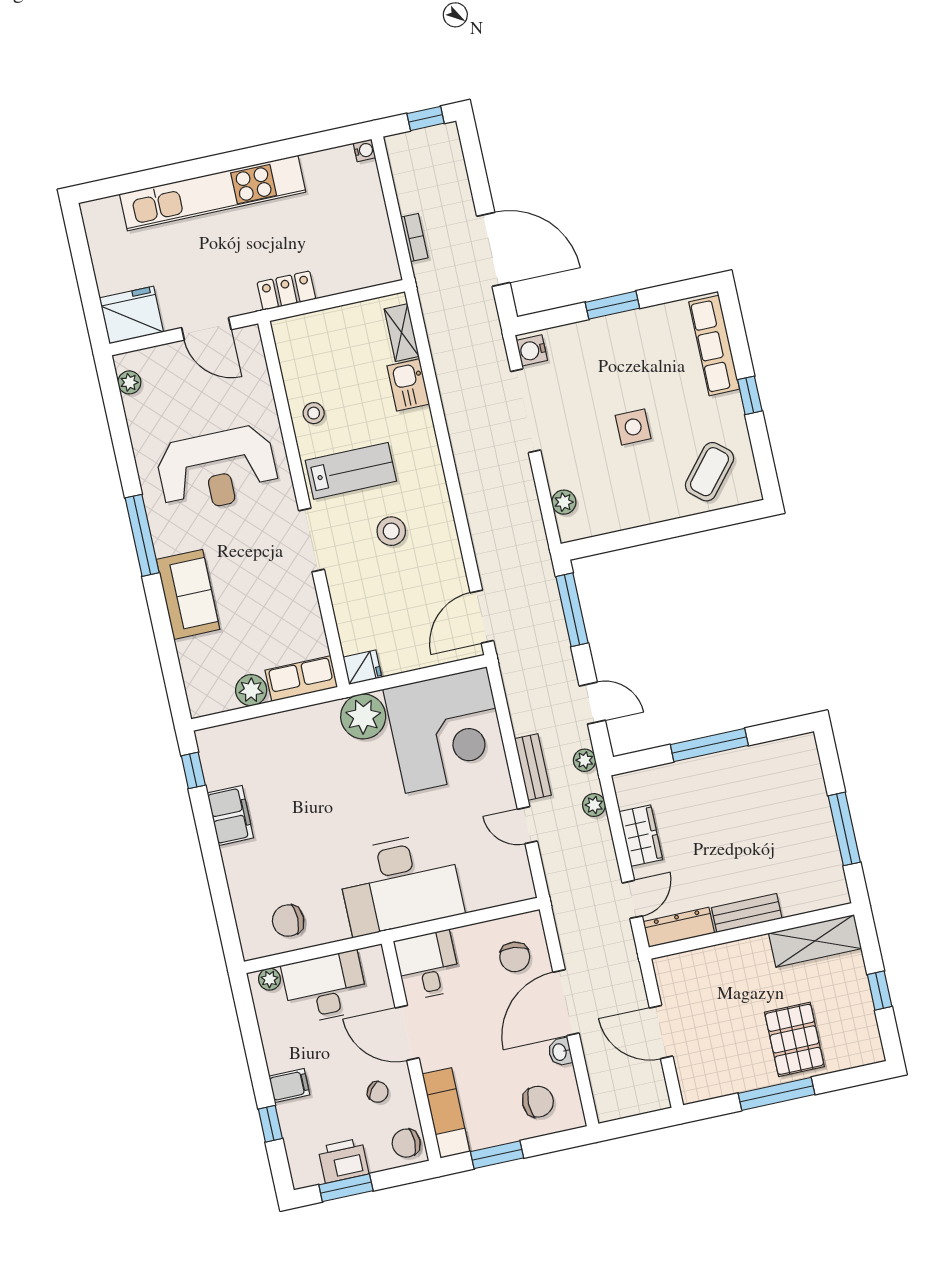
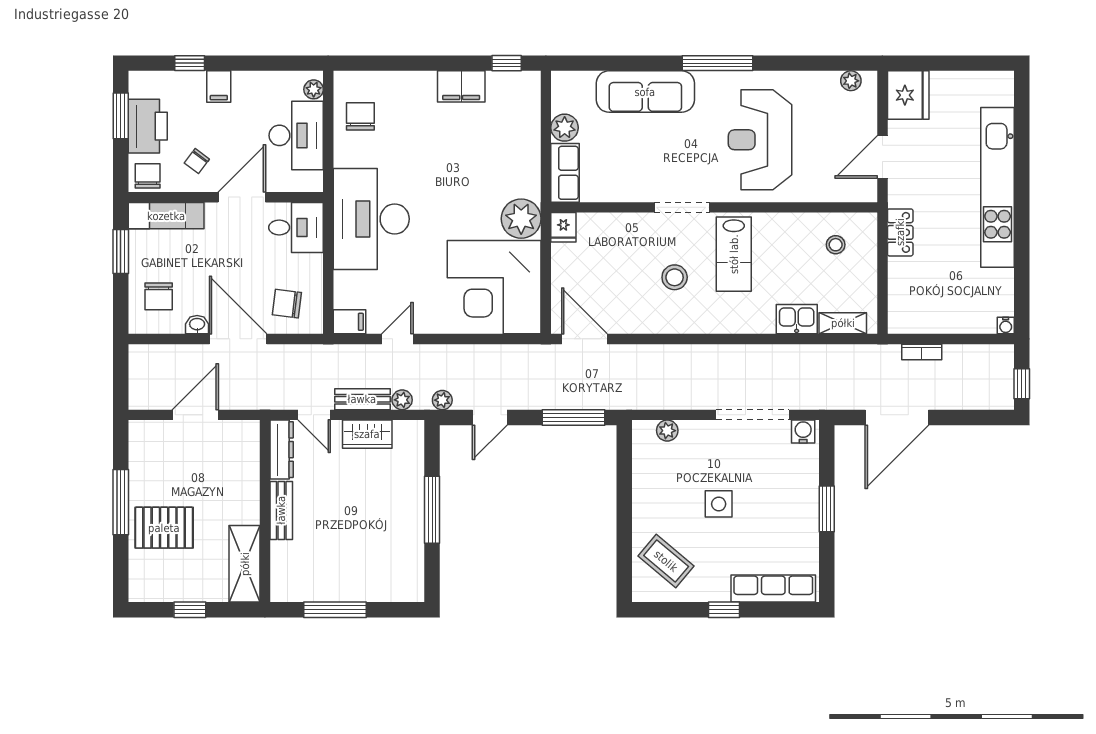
stool: (314, 413) -> (836, 245), moved
sofa: (188, 594) -> (645, 92), width x1.36
bench: (533, 767) -> (362, 399), moved
filing cabinet: (520, 883) -> (349, 322), added
printer: (343, 1160) -> (148, 126), width x1.37, depth x1.19

